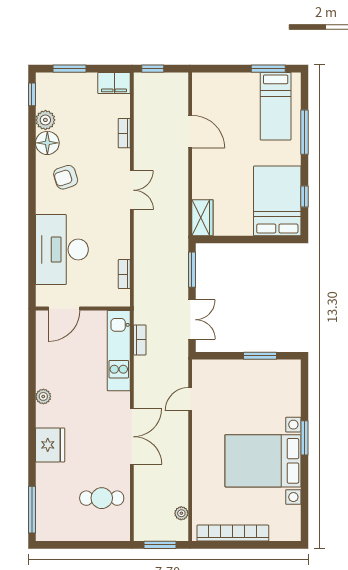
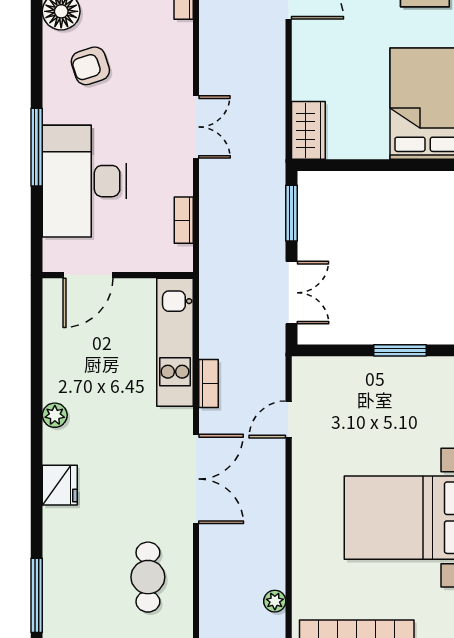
double door: (132, 190) -> (196, 127), moved
window: (32, 228) -> (37, 147), added
bookcase: (140, 340) -> (209, 384), moved
fridge: (50, 445) -> (60, 485), width x0.73, depth x0.75
cafe table: (102, 498) -> (148, 577), turned 90

